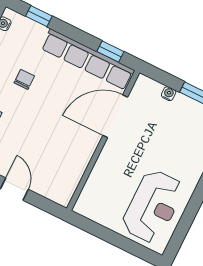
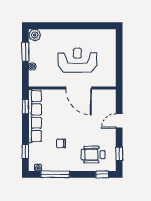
door: (115, 116) -> (79, 88), moved
reception desk: (153, 206) -> (77, 60), moved

